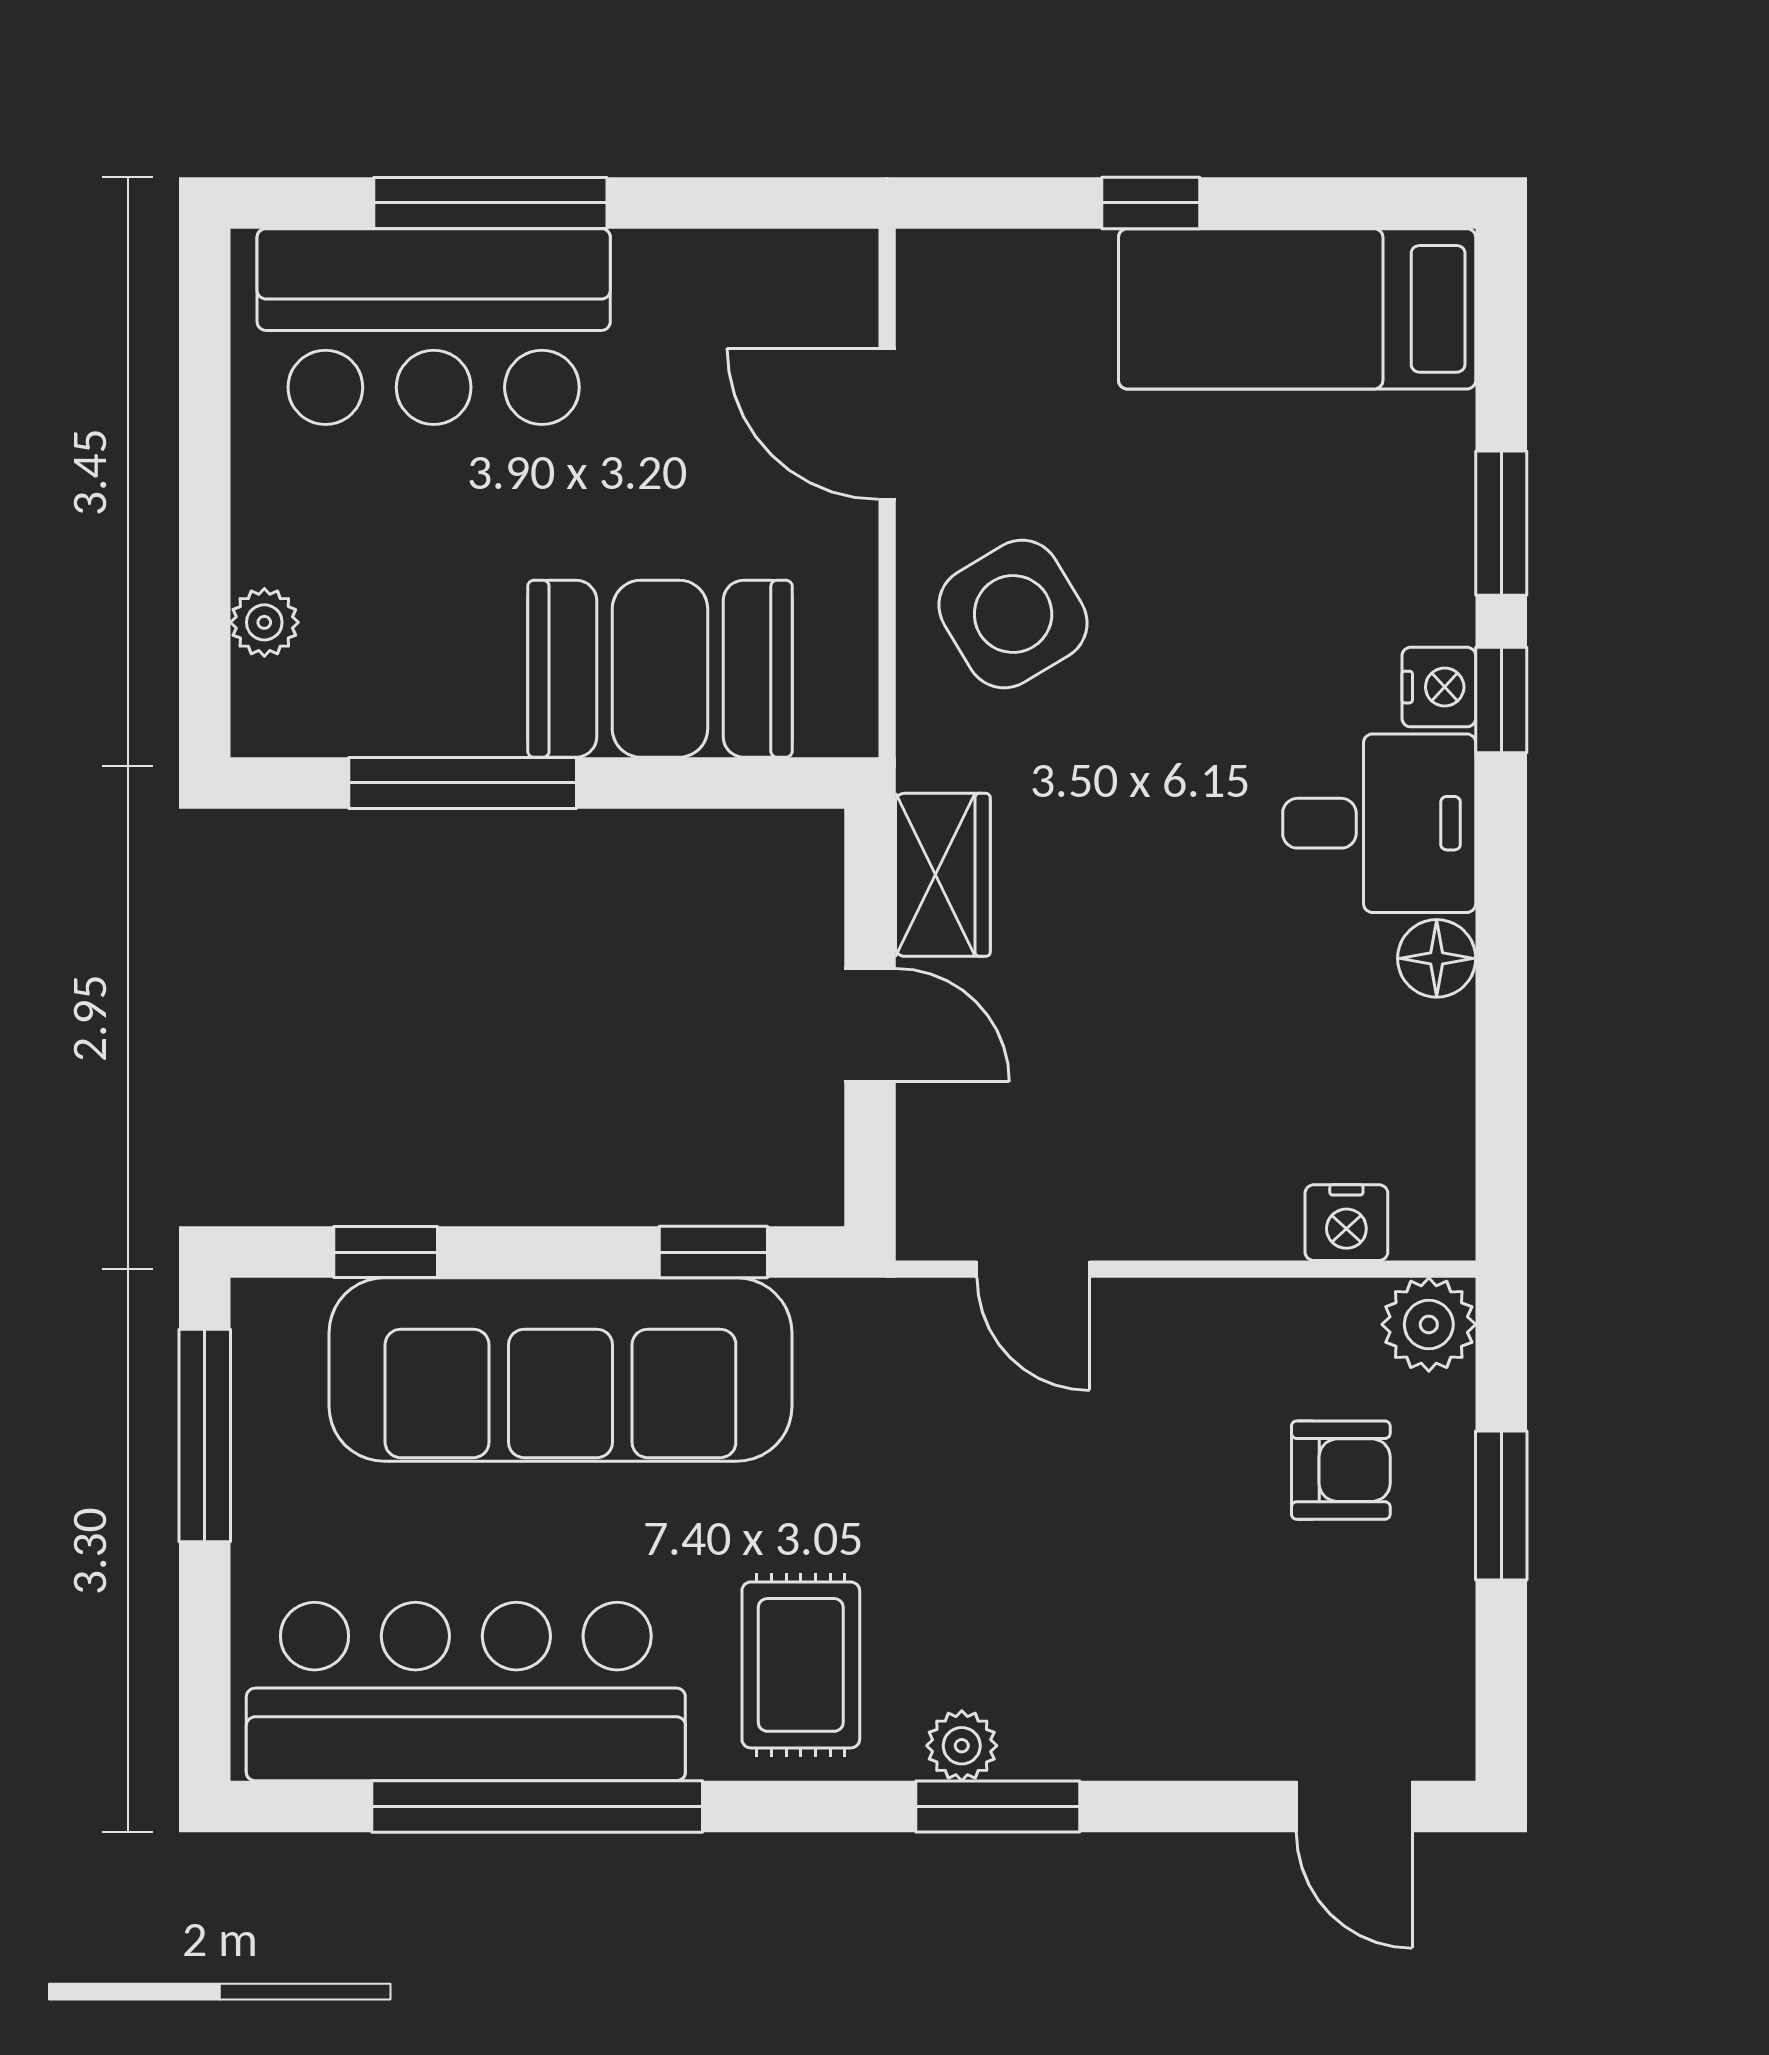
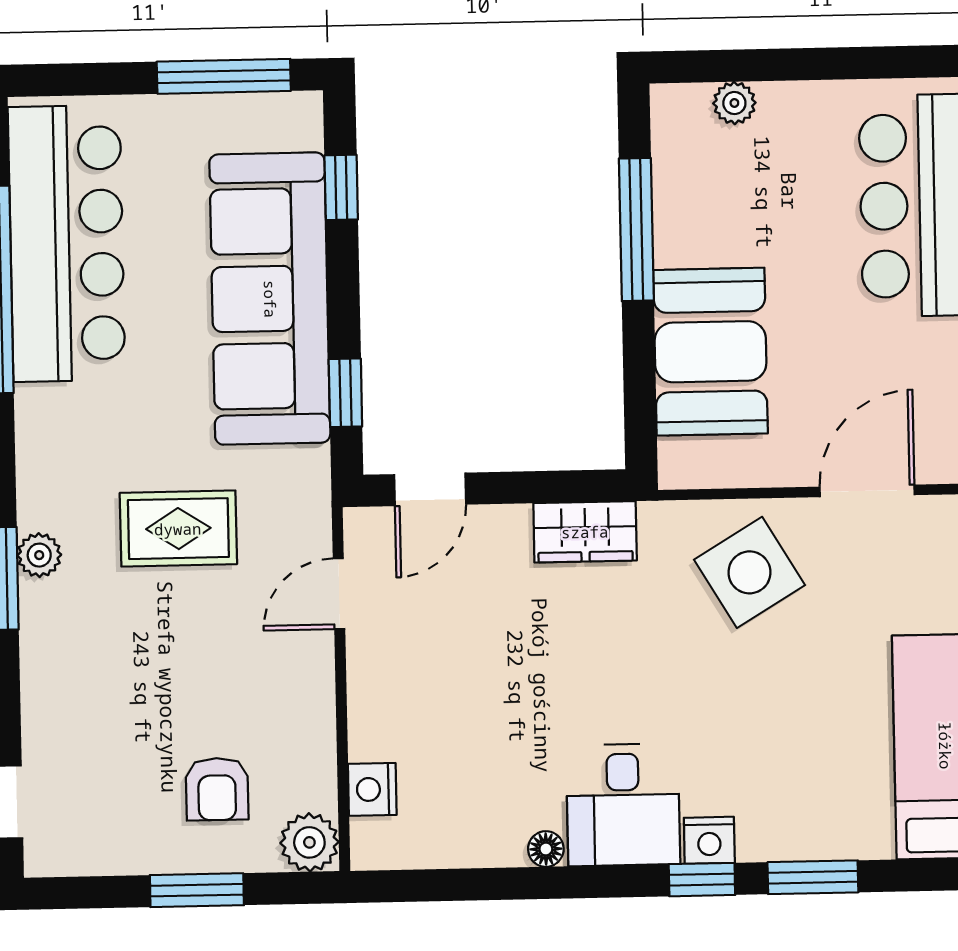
floor lamp: (1437, 958) -> (546, 849), width x0.73, depth x0.73
door: (870, 1025) -> (430, 489), moved
rug: (801, 1665) -> (178, 529), moved

